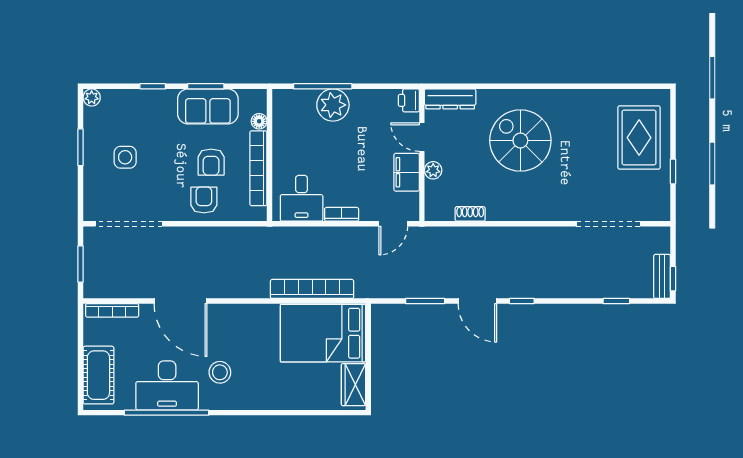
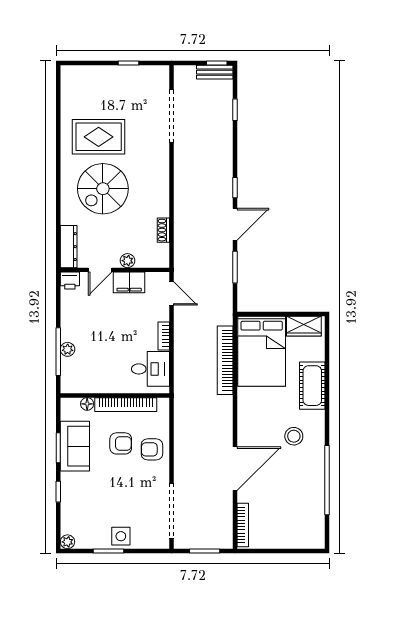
plant: (333, 105) -> (68, 349), width x0.53, depth x0.53
rug: (639, 138) -> (99, 137), moved
side table: (125, 157) -> (121, 536), moved
cot: (98, 375) -> (312, 386), moved, turned 90
desk: (167, 386) -> (305, 480), removed

